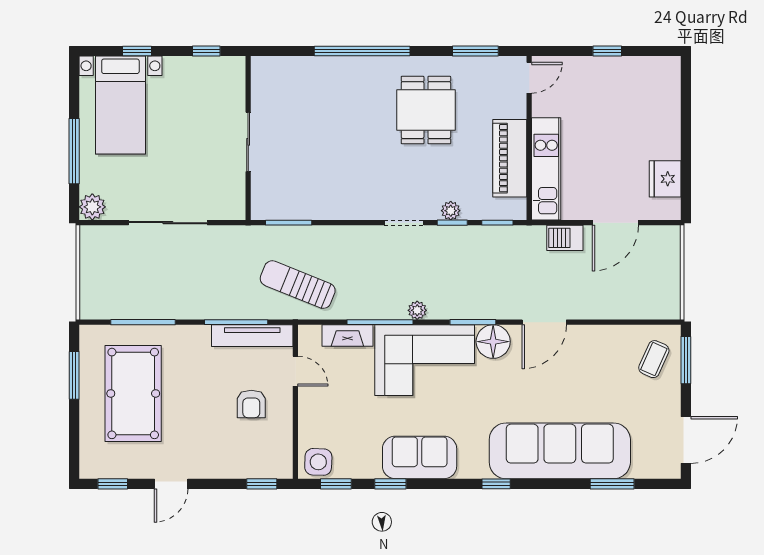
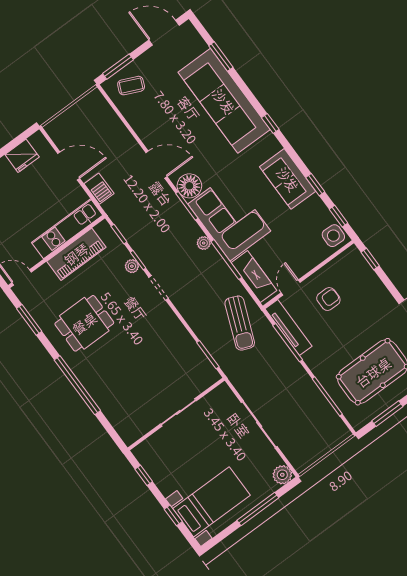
fireplace: (347, 335) -> (254, 277), width x1.37, depth x1.32

